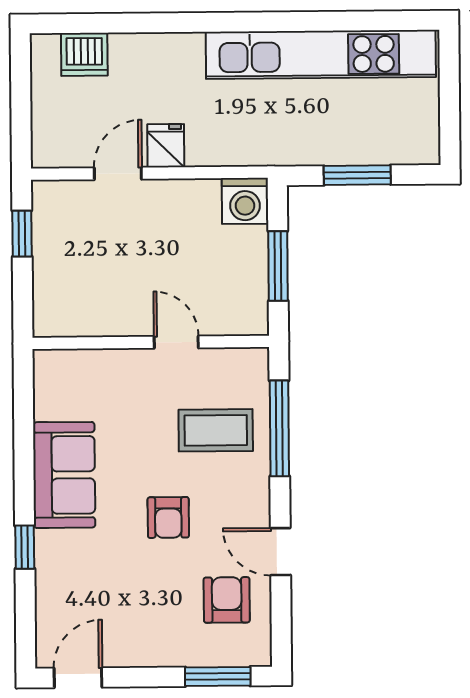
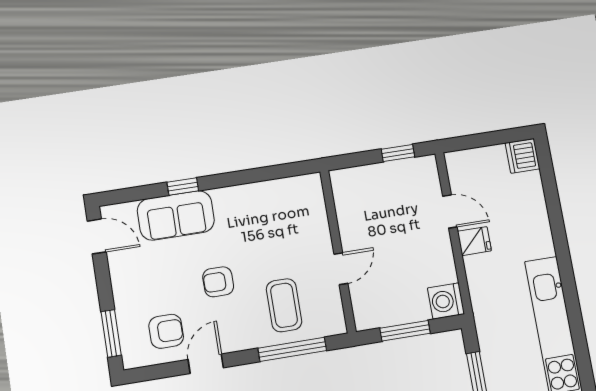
dishwasher: (84, 54) -> (522, 156), moved
sofa: (64, 475) -> (176, 215), moved

